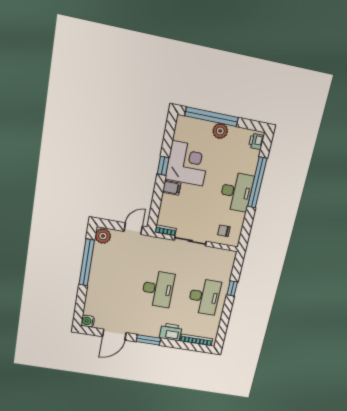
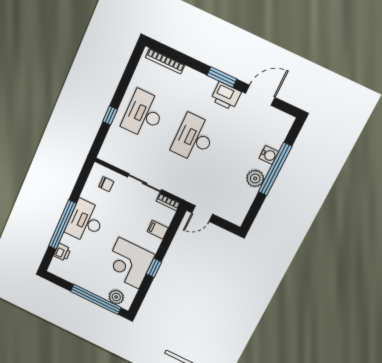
plant: (220, 131) -> (116, 297), moved
printer: (256, 141) -> (62, 252), moved
filing cabinet: (172, 188) -> (158, 230), moved
plant: (103, 236) -> (255, 178), moved
window: (87, 262) -> (275, 169), moved
water cooler: (88, 321) -> (269, 155), moved
printer: (171, 332) -> (226, 96), moved

